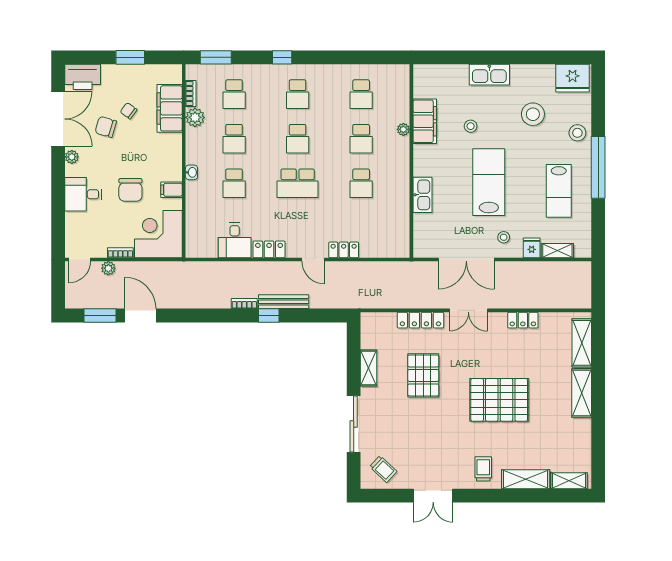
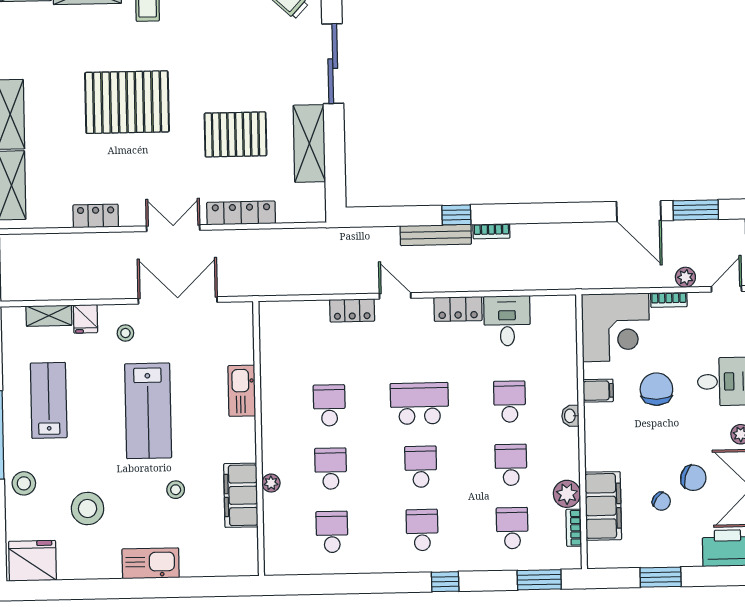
shelving: (369, 368) -> (309, 143), width x1.50, depth x1.33
pallet: (423, 375) -> (235, 134), turned 90

